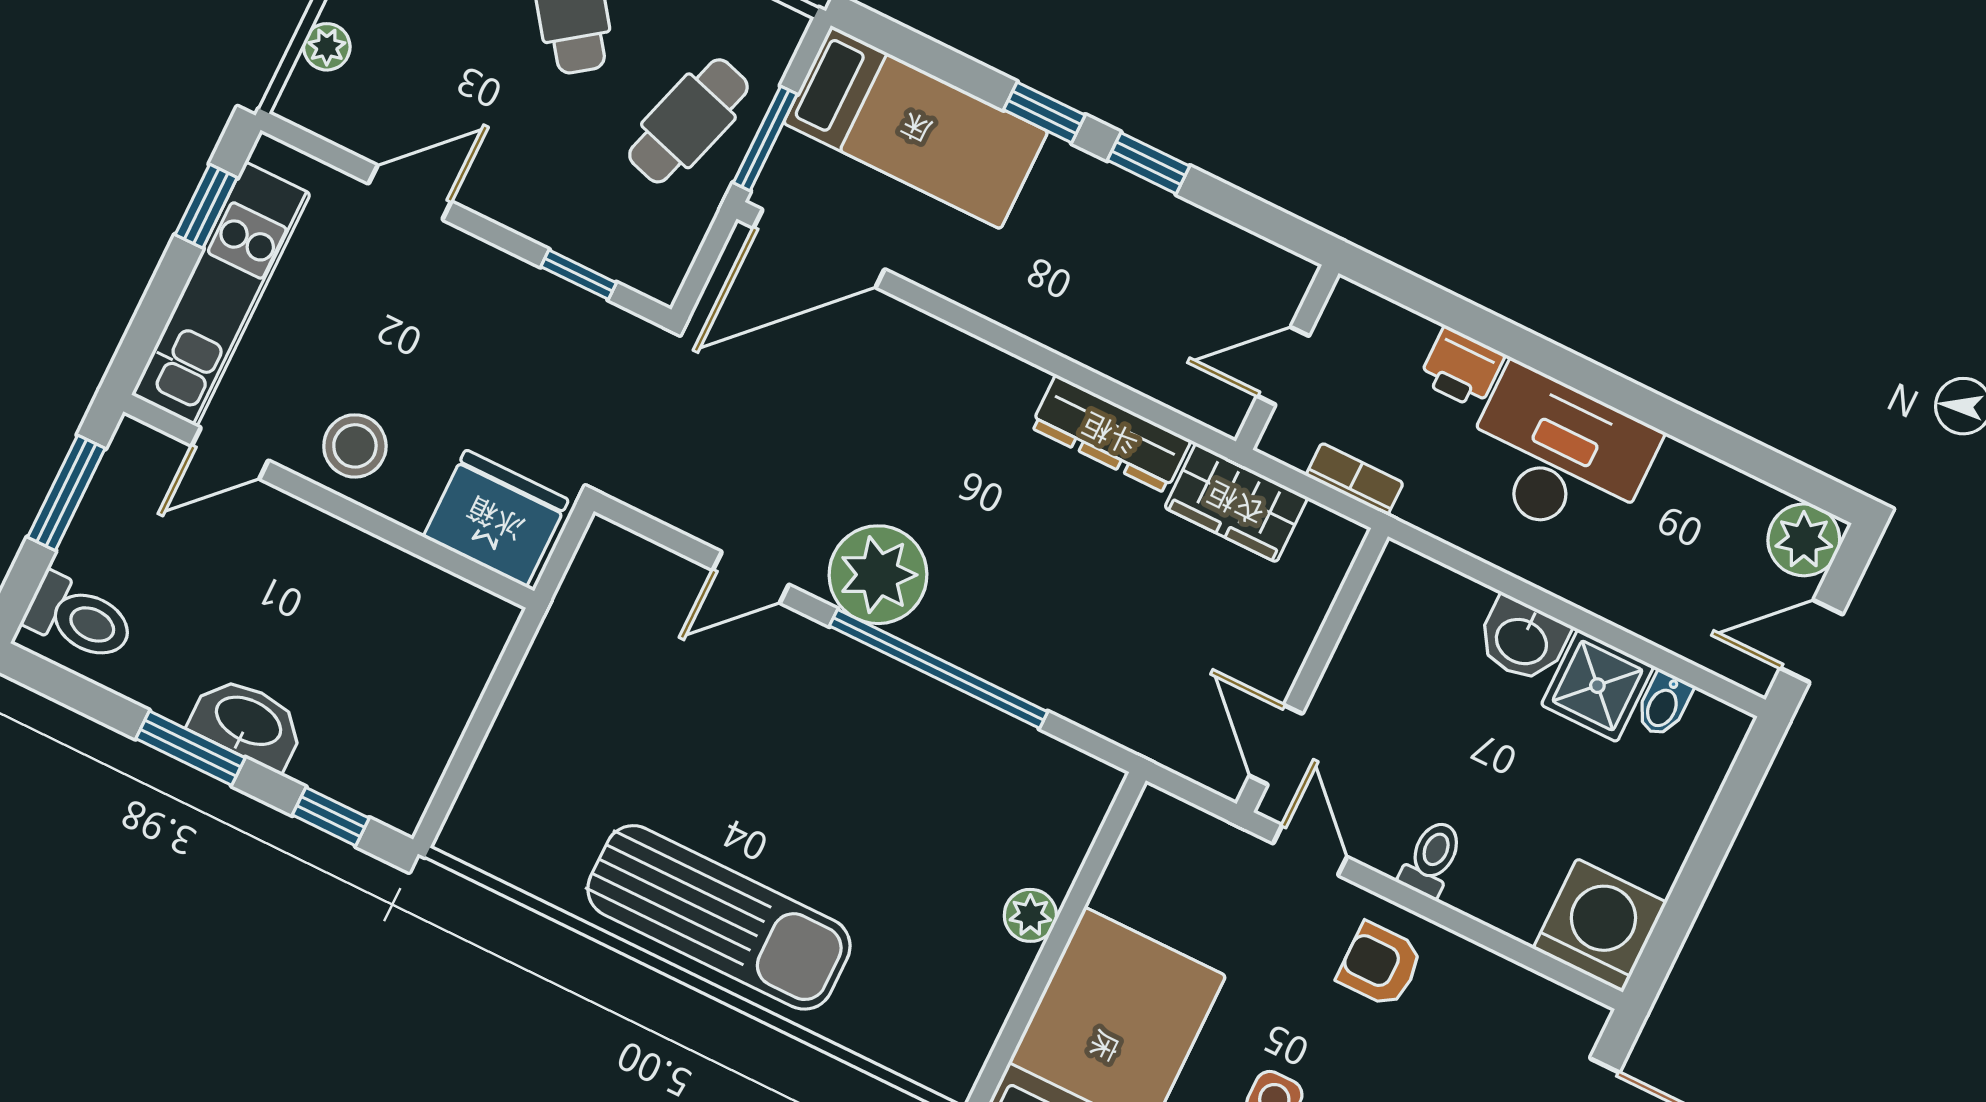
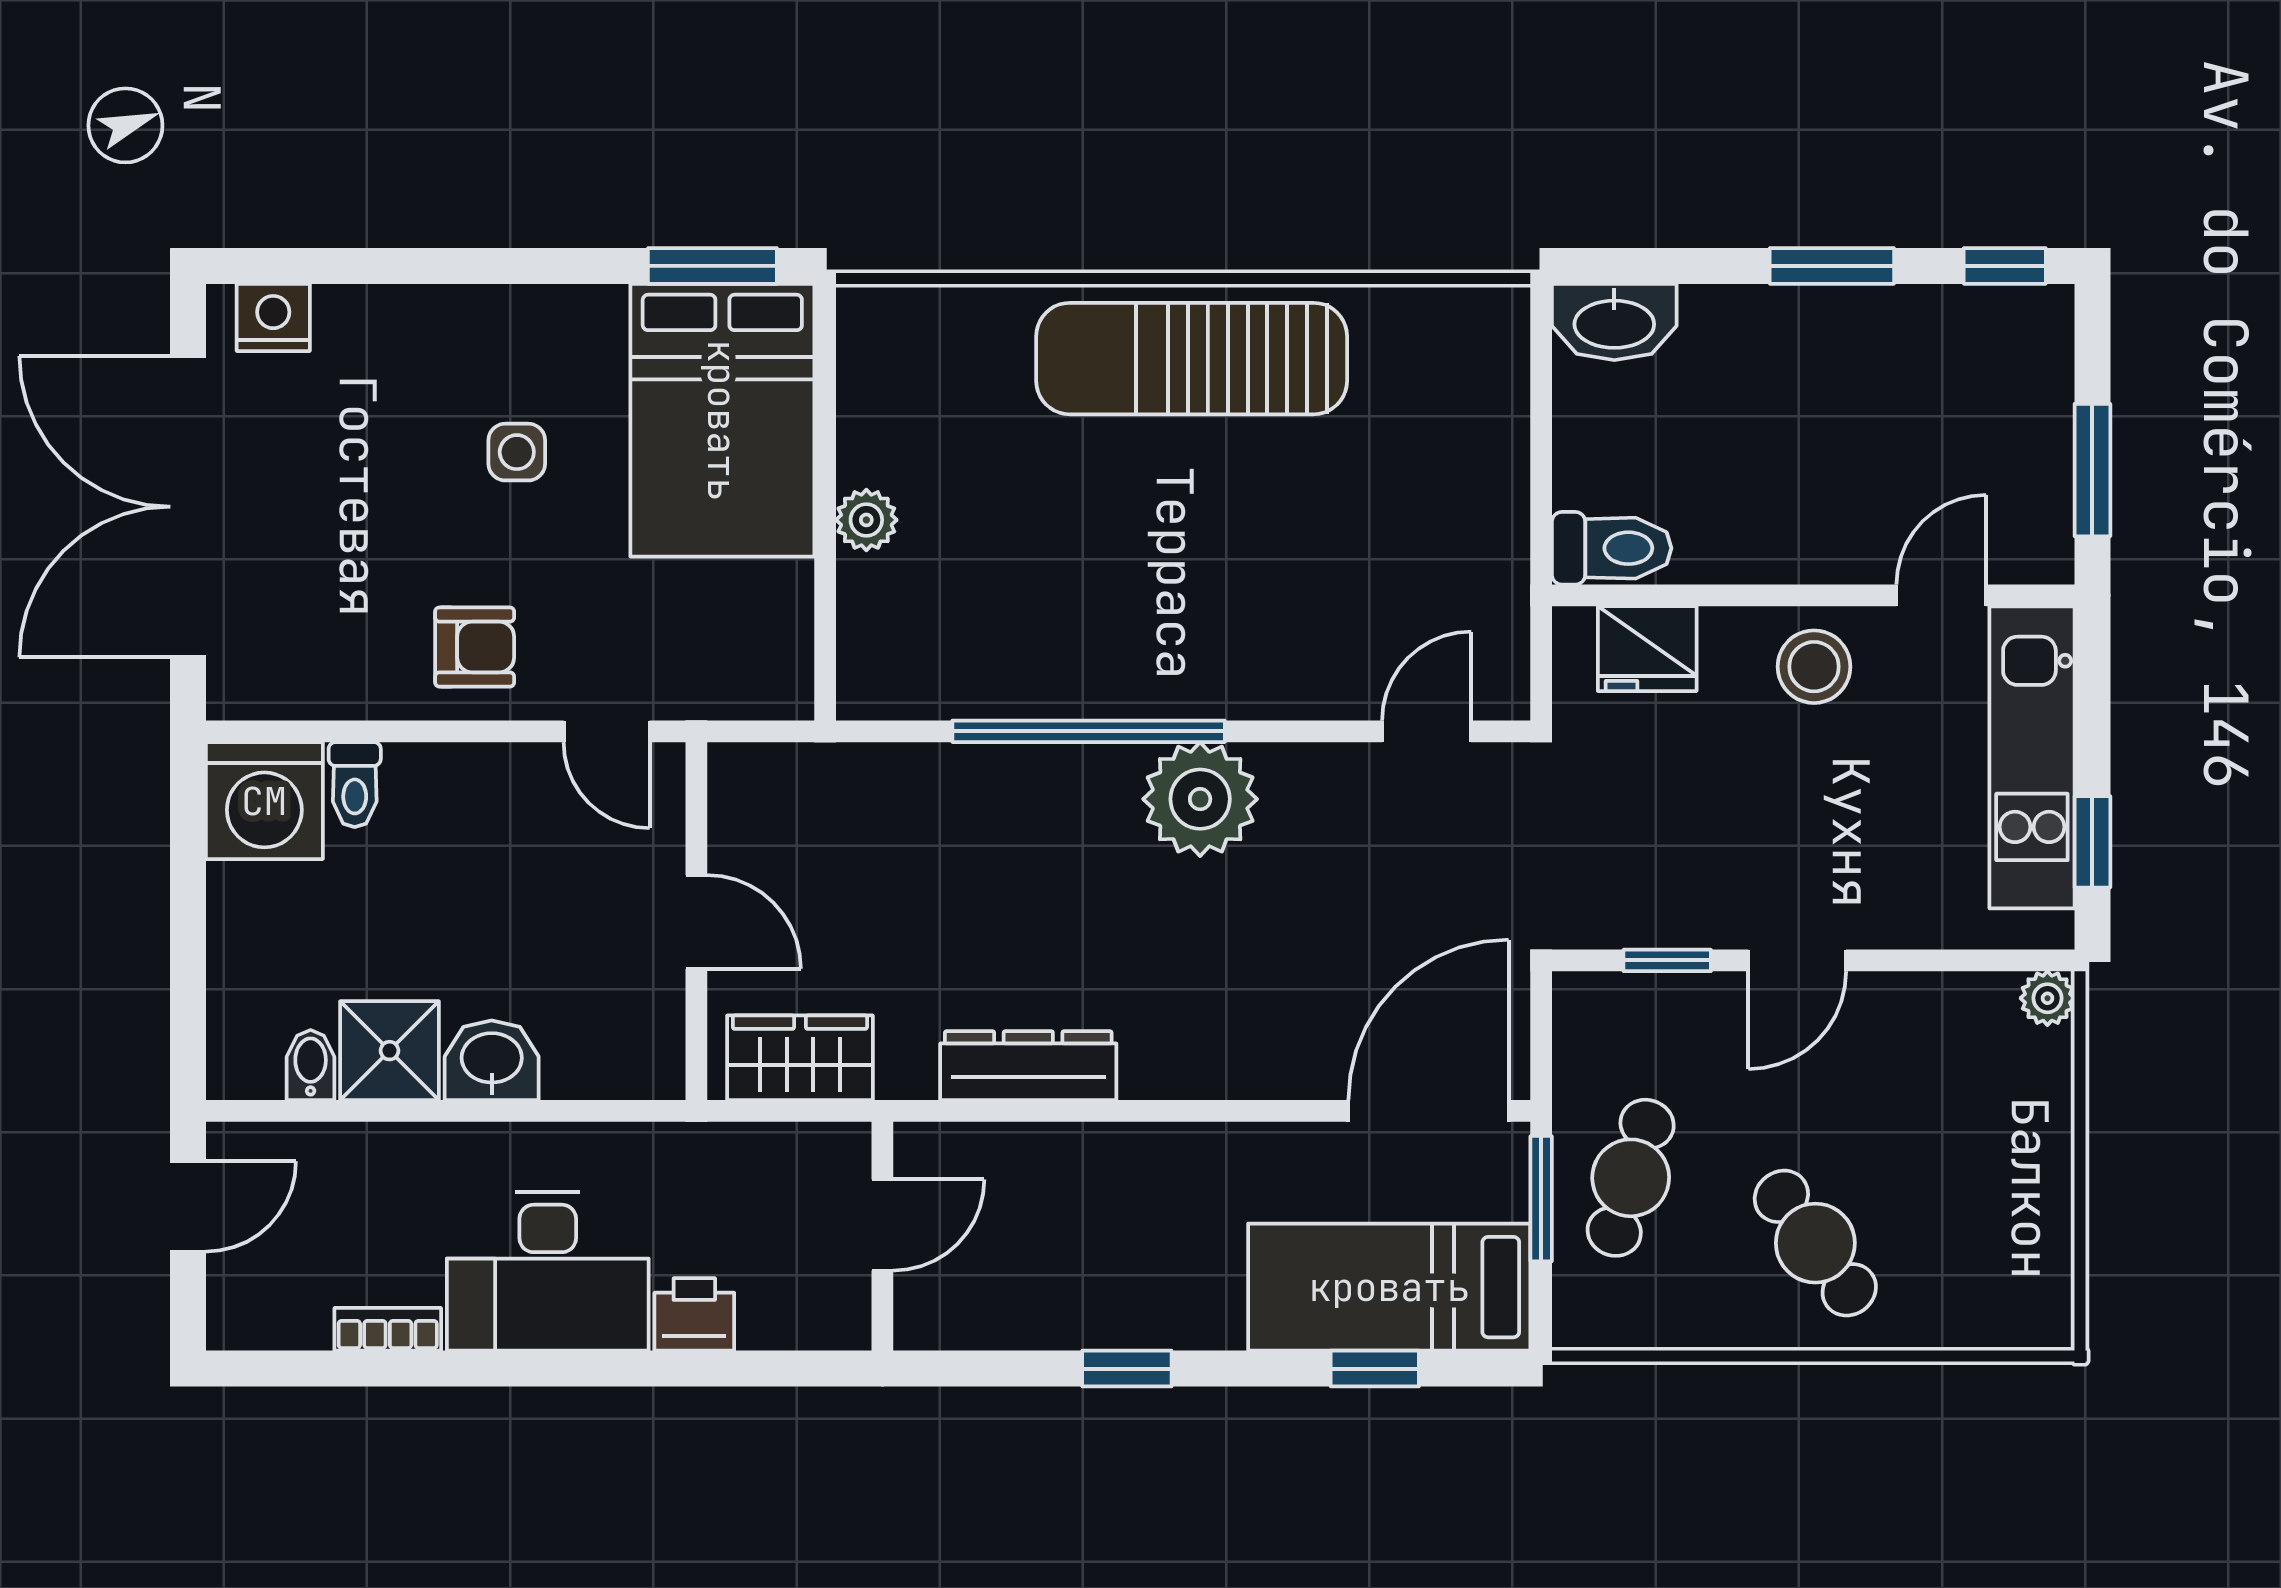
plant: (327, 47) -> (2047, 998), moved
window: (1044, 112) -> (1375, 1369), moved
door: (410, 192) -> (1797, 960), moved
bookcase: (1355, 479) -> (388, 1329), moved, turned 180
wardrobe: (1236, 503) -> (800, 1058), moved
fridge: (496, 518) -> (1647, 649), width x0.73, depth x0.75
plant: (1804, 540) -> (248, 1309), removed
door: (751, 577) -> (1427, 731), moved
toilet: (79, 618) -> (1612, 548), moved, turned 180
washbasin: (248, 723) -> (1614, 322), moved
door: (1276, 745) -> (696, 922), moved
window: (331, 817) -> (2005, 266), moved
toilet: (1432, 859) -> (355, 785), moved

